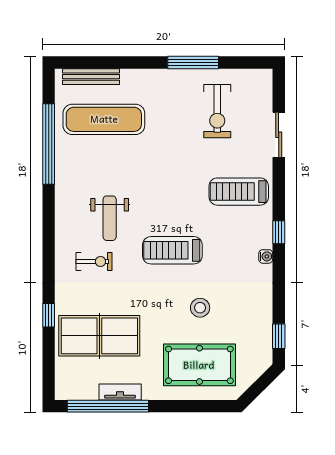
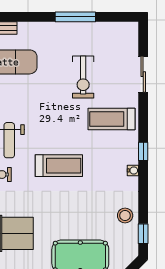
exercise bike: (217, 111) -> (83, 77), moved
treadmill: (172, 250) -> (59, 166), turned 180
stool: (200, 308) -> (125, 215), moved

